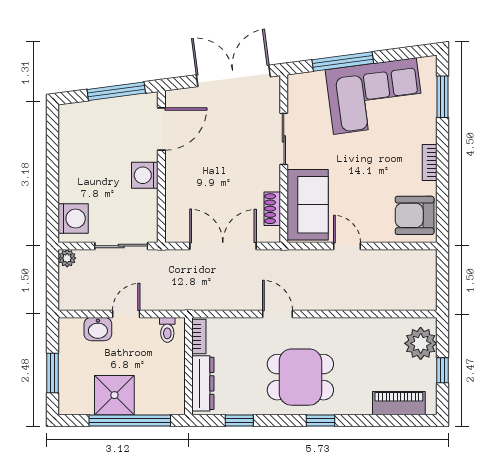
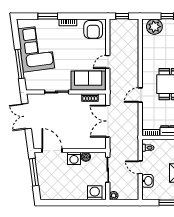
double door: (233, 76) -> (26, 116), width x0.73
window: (443, 97) -> (48, 16), moved
boiler: (148, 200) -> (86, 157), added
window: (443, 276) -> (122, 16), added

